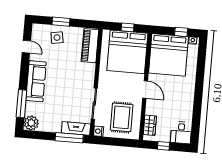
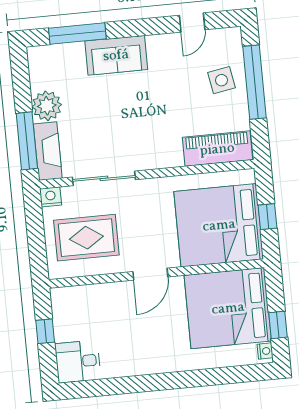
window: (61, 22) -> (255, 82), width x2.11
sofa: (36, 81) -> (116, 55), width x0.73
plant: (31, 123) -> (47, 106), moved
wardrobe: (150, 125) -> (81, 297), removed

